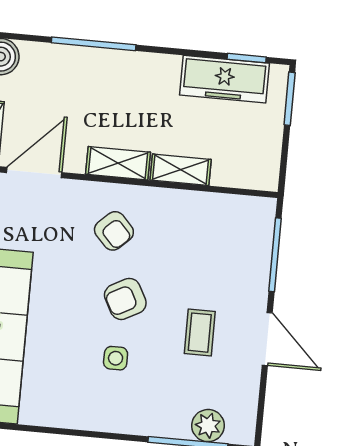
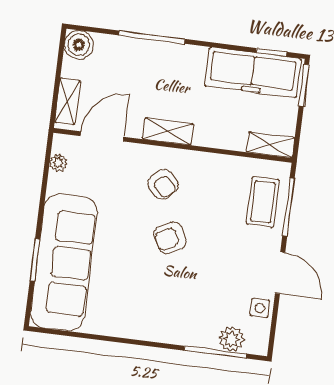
freezer: (224, 79) -> (253, 72), width x1.36, depth x1.26
shelving: (181, 170) -> (271, 145), moved
coffee table: (200, 333) -> (263, 202), moved, width x1.36, depth x1.30
side table: (116, 358) -> (260, 308), moved

